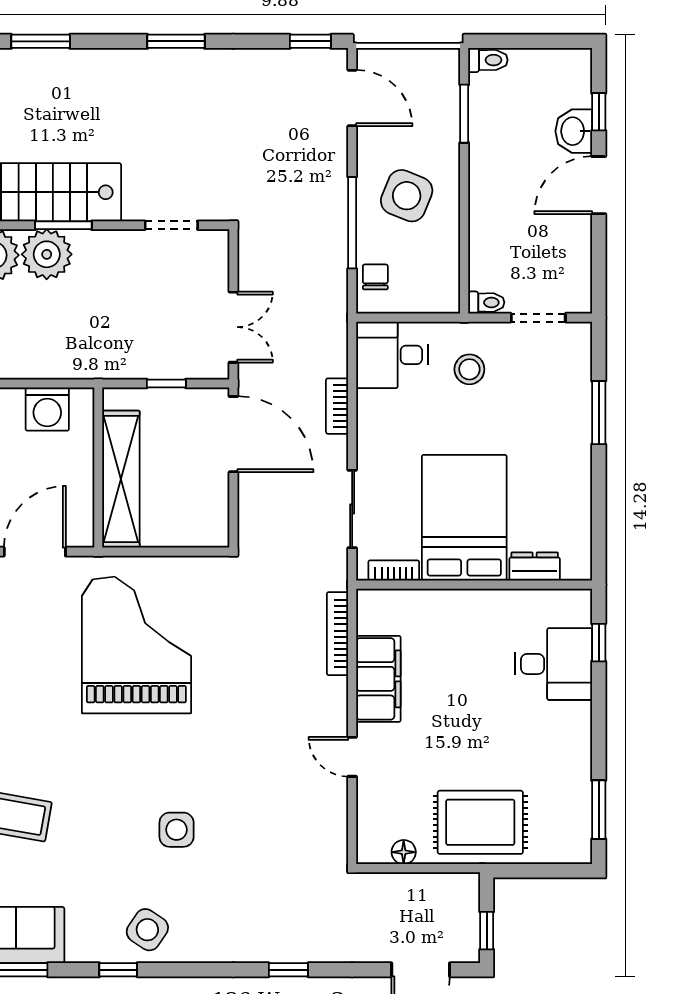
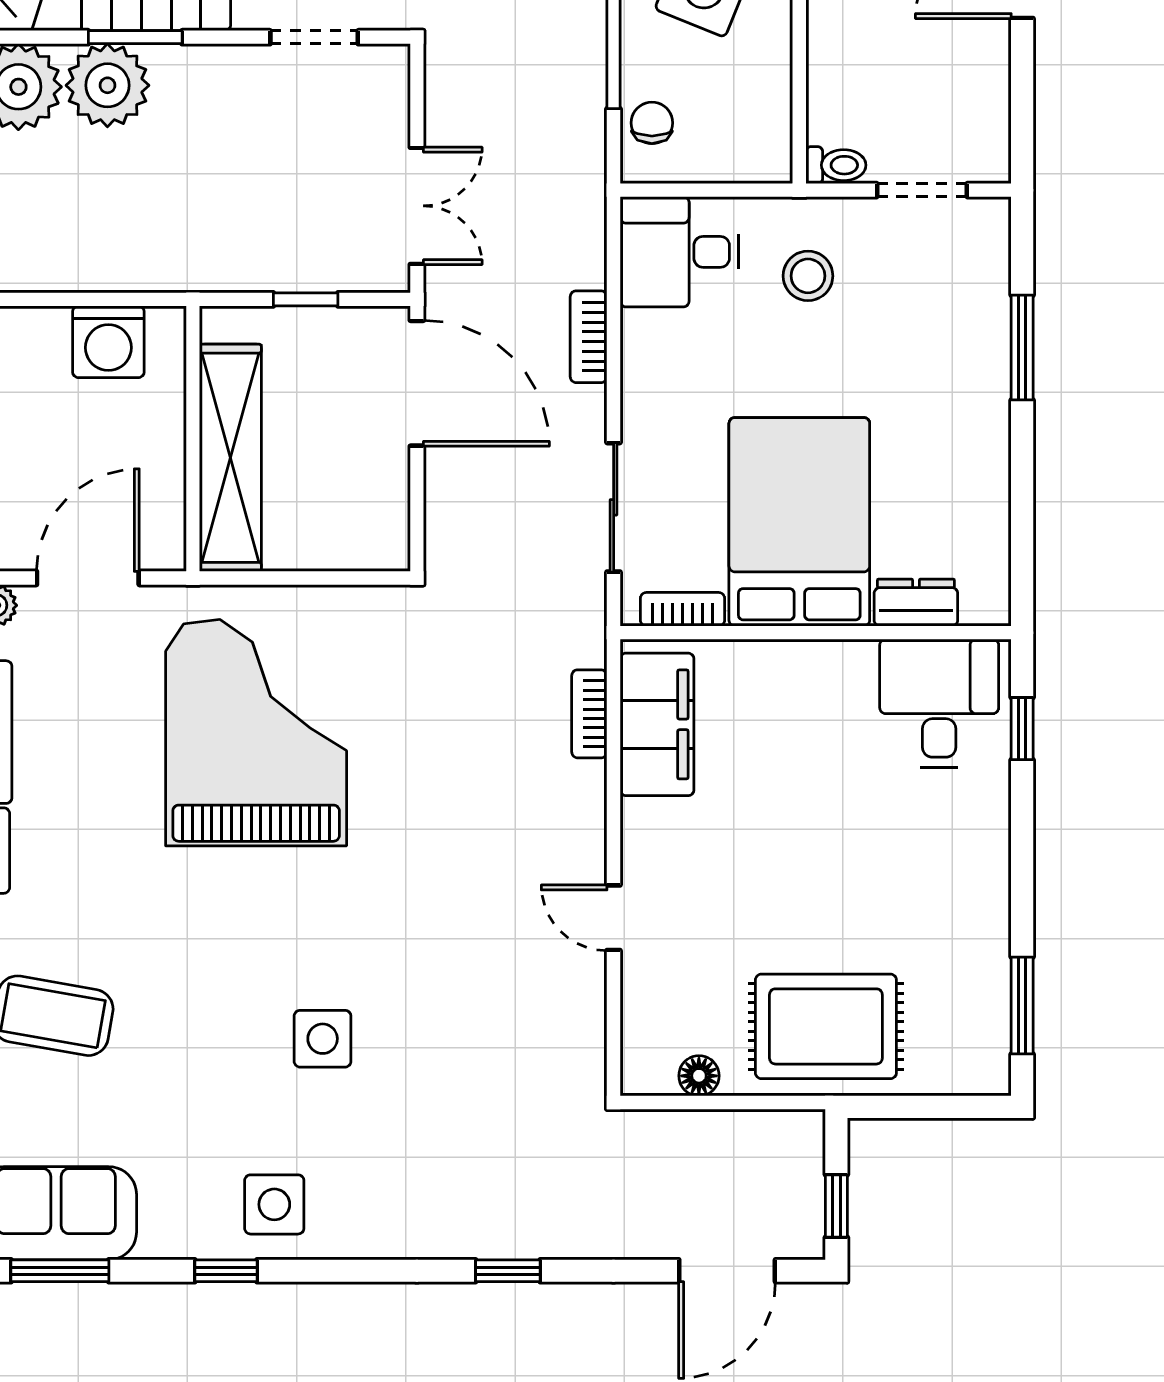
bookcase: (338, 634) -> (589, 714), width x0.64
desk: (553, 664) -> (939, 703), moved, turned -90
filing cabinet: (378, 679) -> (657, 724), moved
side table: (147, 930) -> (274, 1204), turned -34

